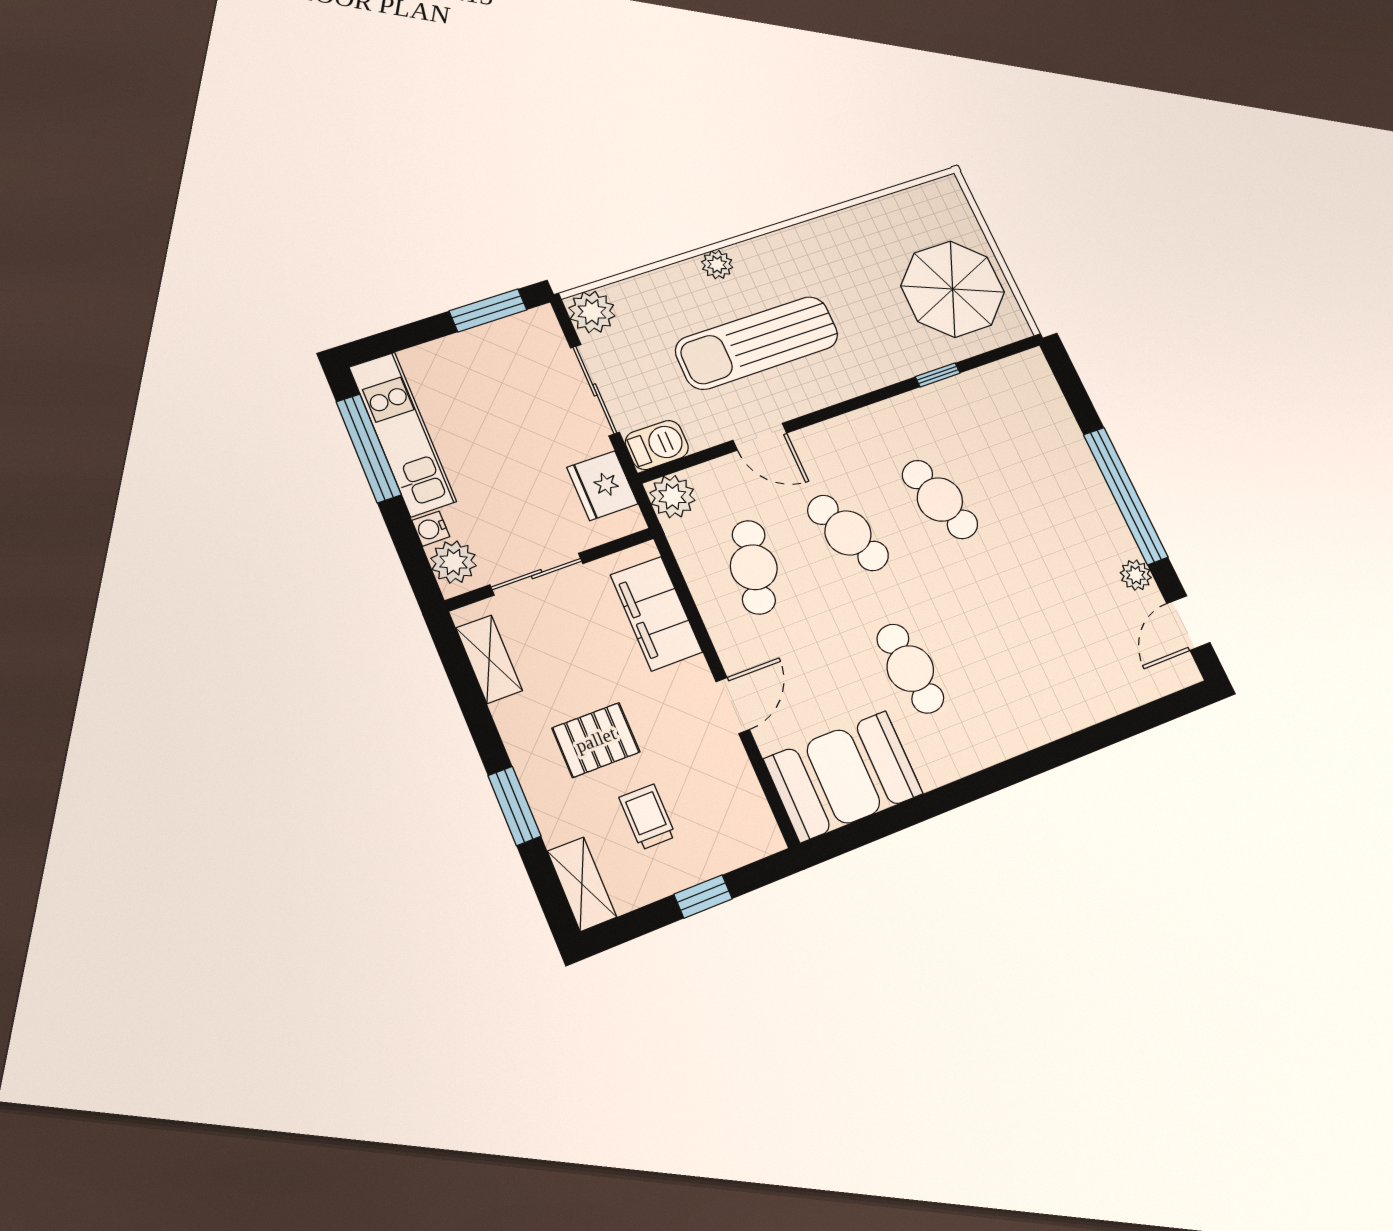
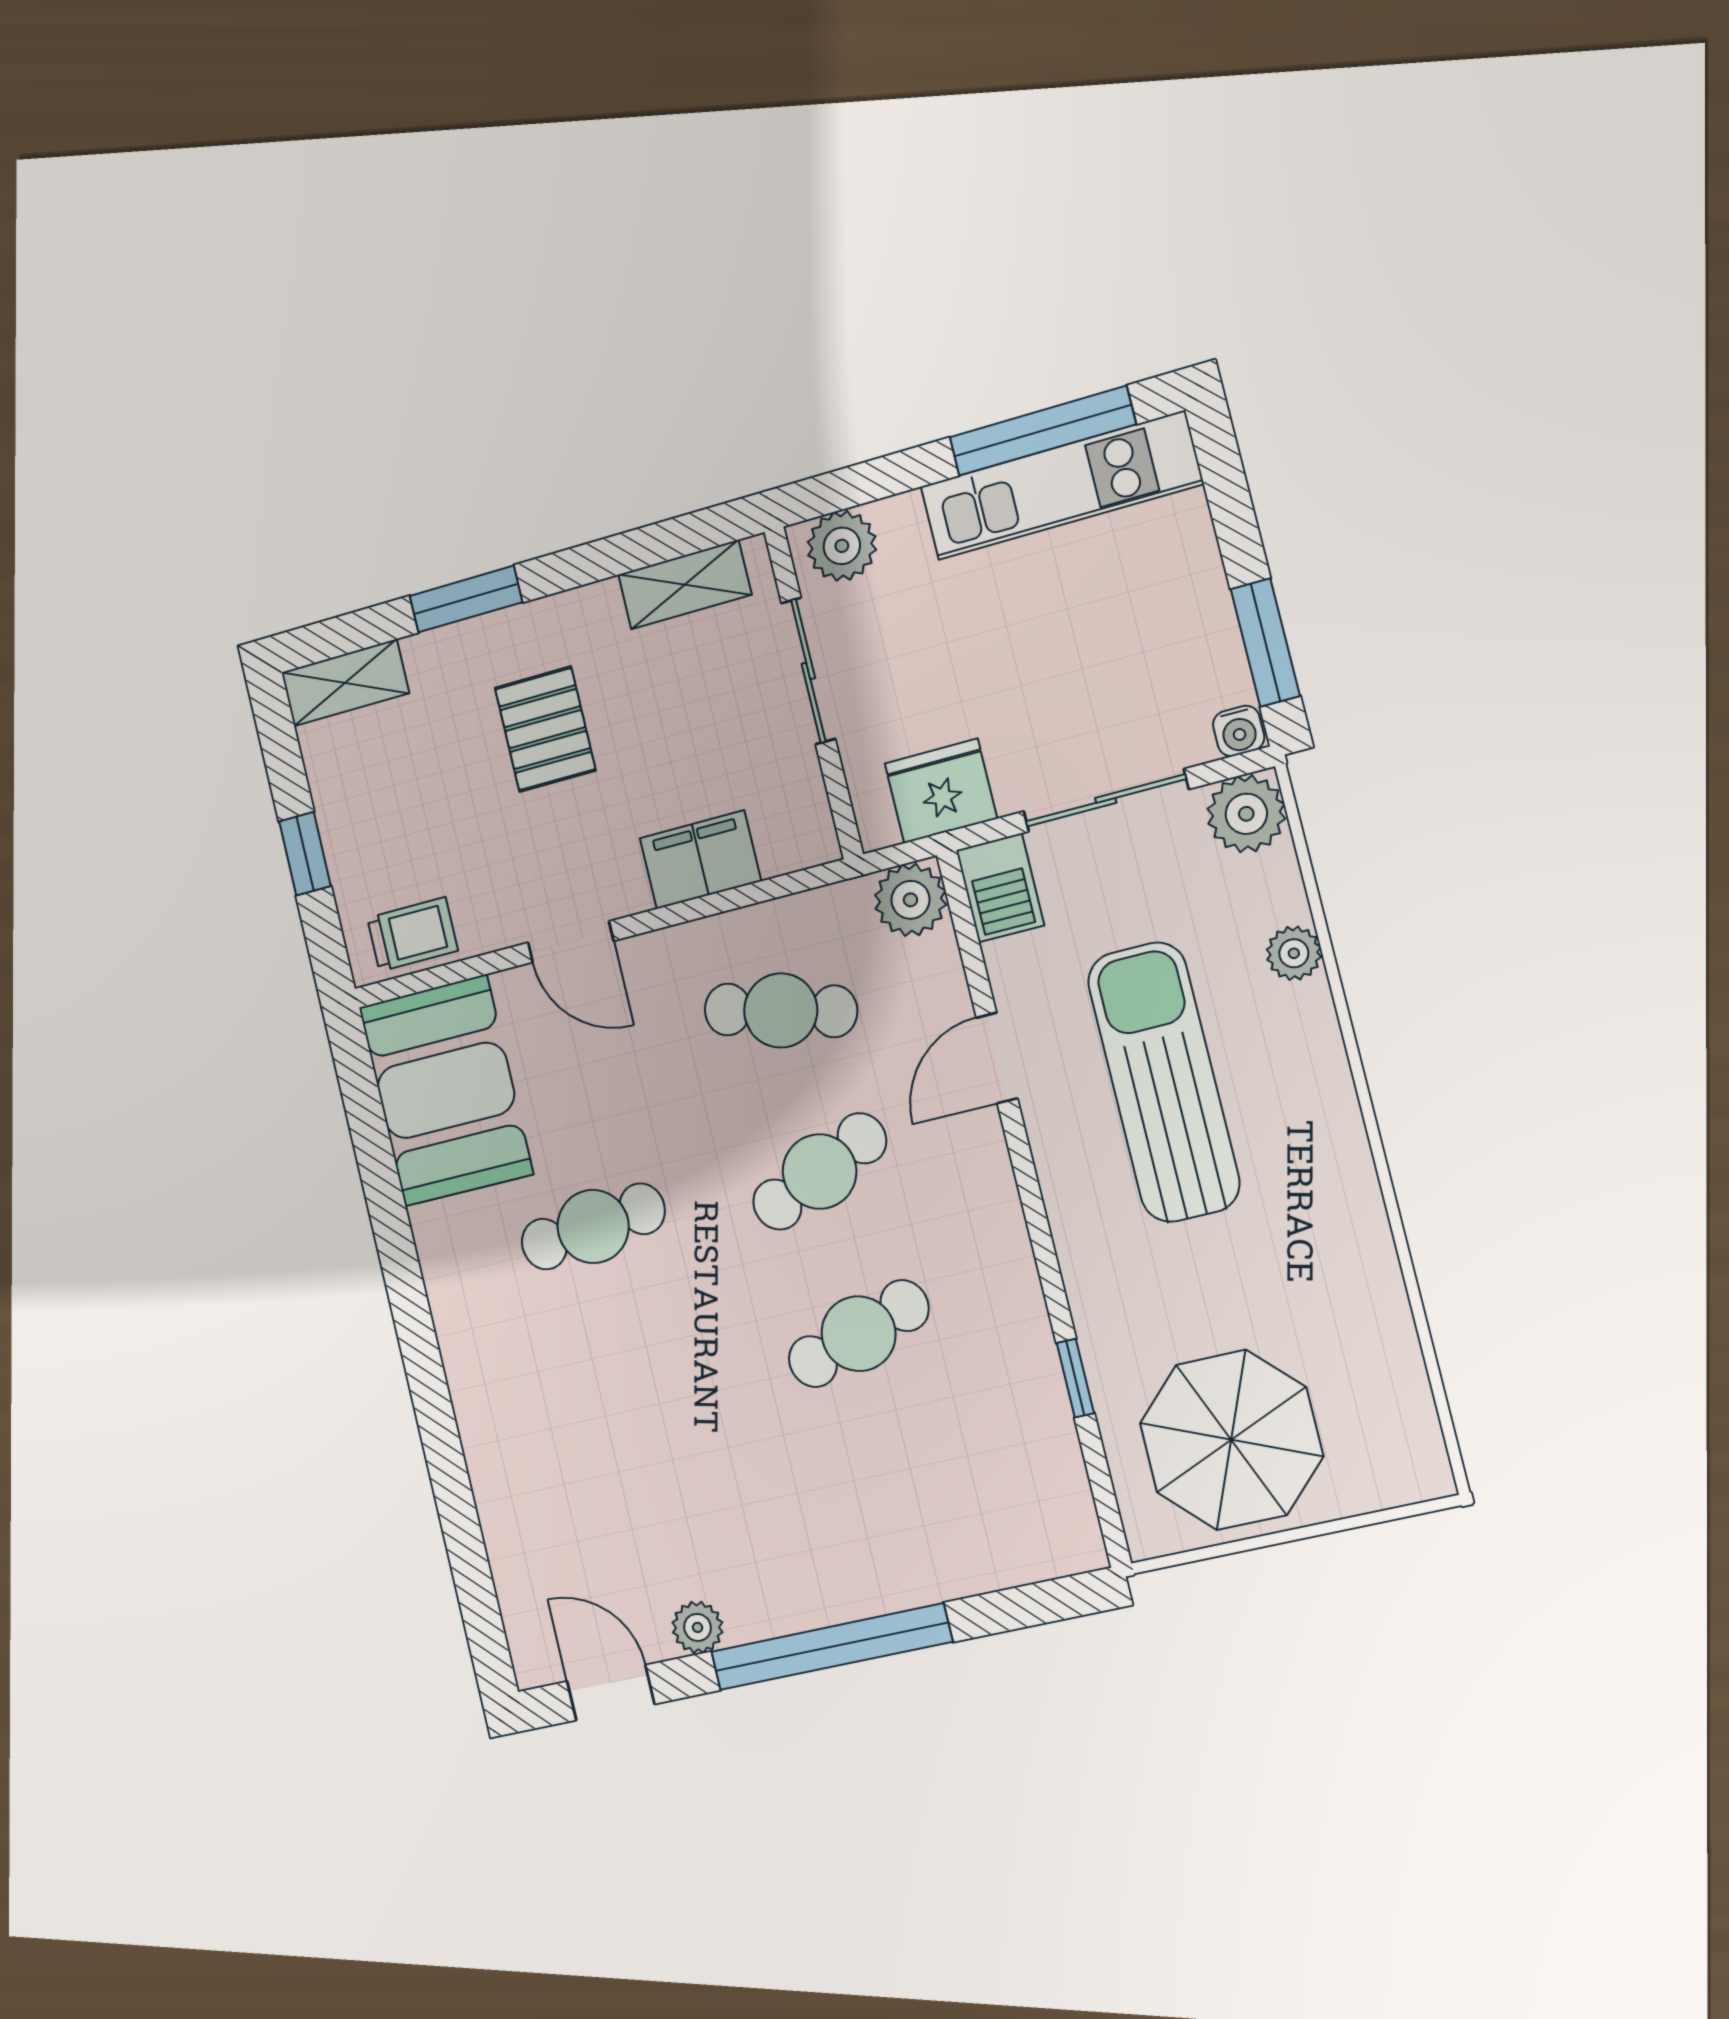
plant: (717, 265) -> (1294, 953), moved
water cooler: (431, 529) -> (1239, 731), moved, turned 180
filing cabinet: (656, 613) -> (700, 860), width x0.67, depth x0.86
trolley: (647, 817) -> (412, 934), moved

